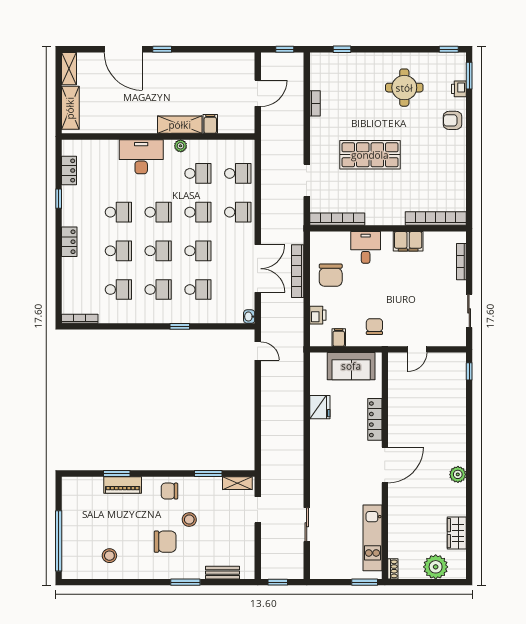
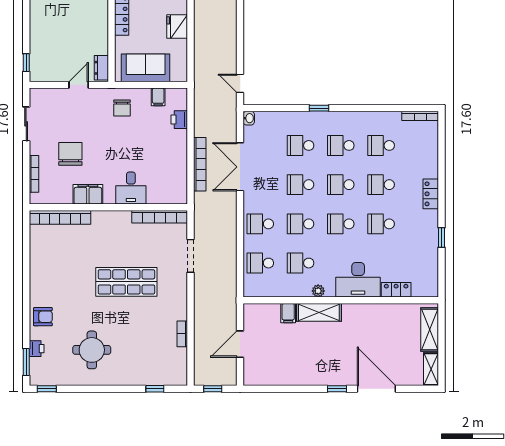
locker: (69, 171) -> (396, 290), moved, turned 90
chair: (331, 275) -> (70, 154), moved
dresser: (395, 366) -> (101, 68), added

